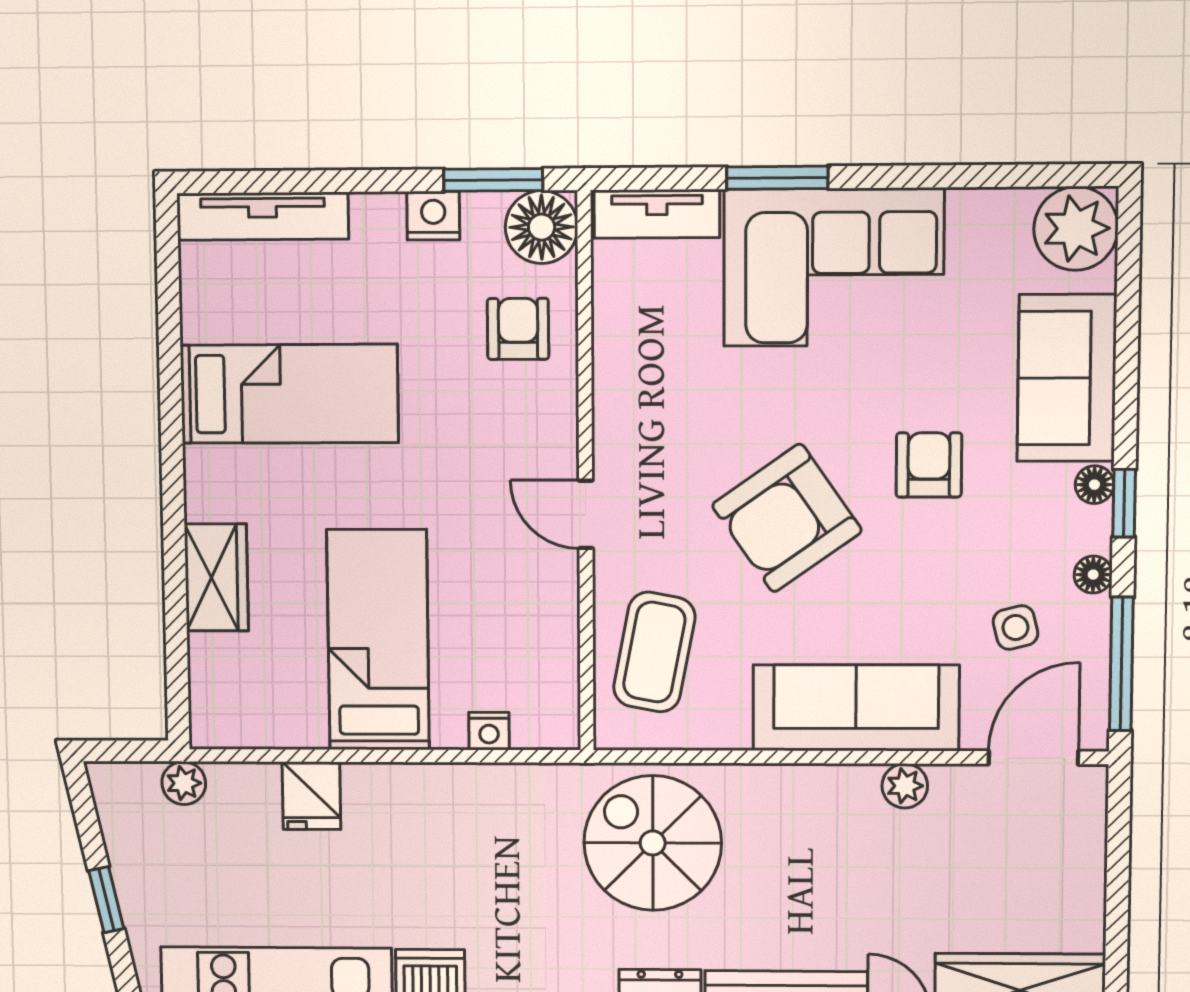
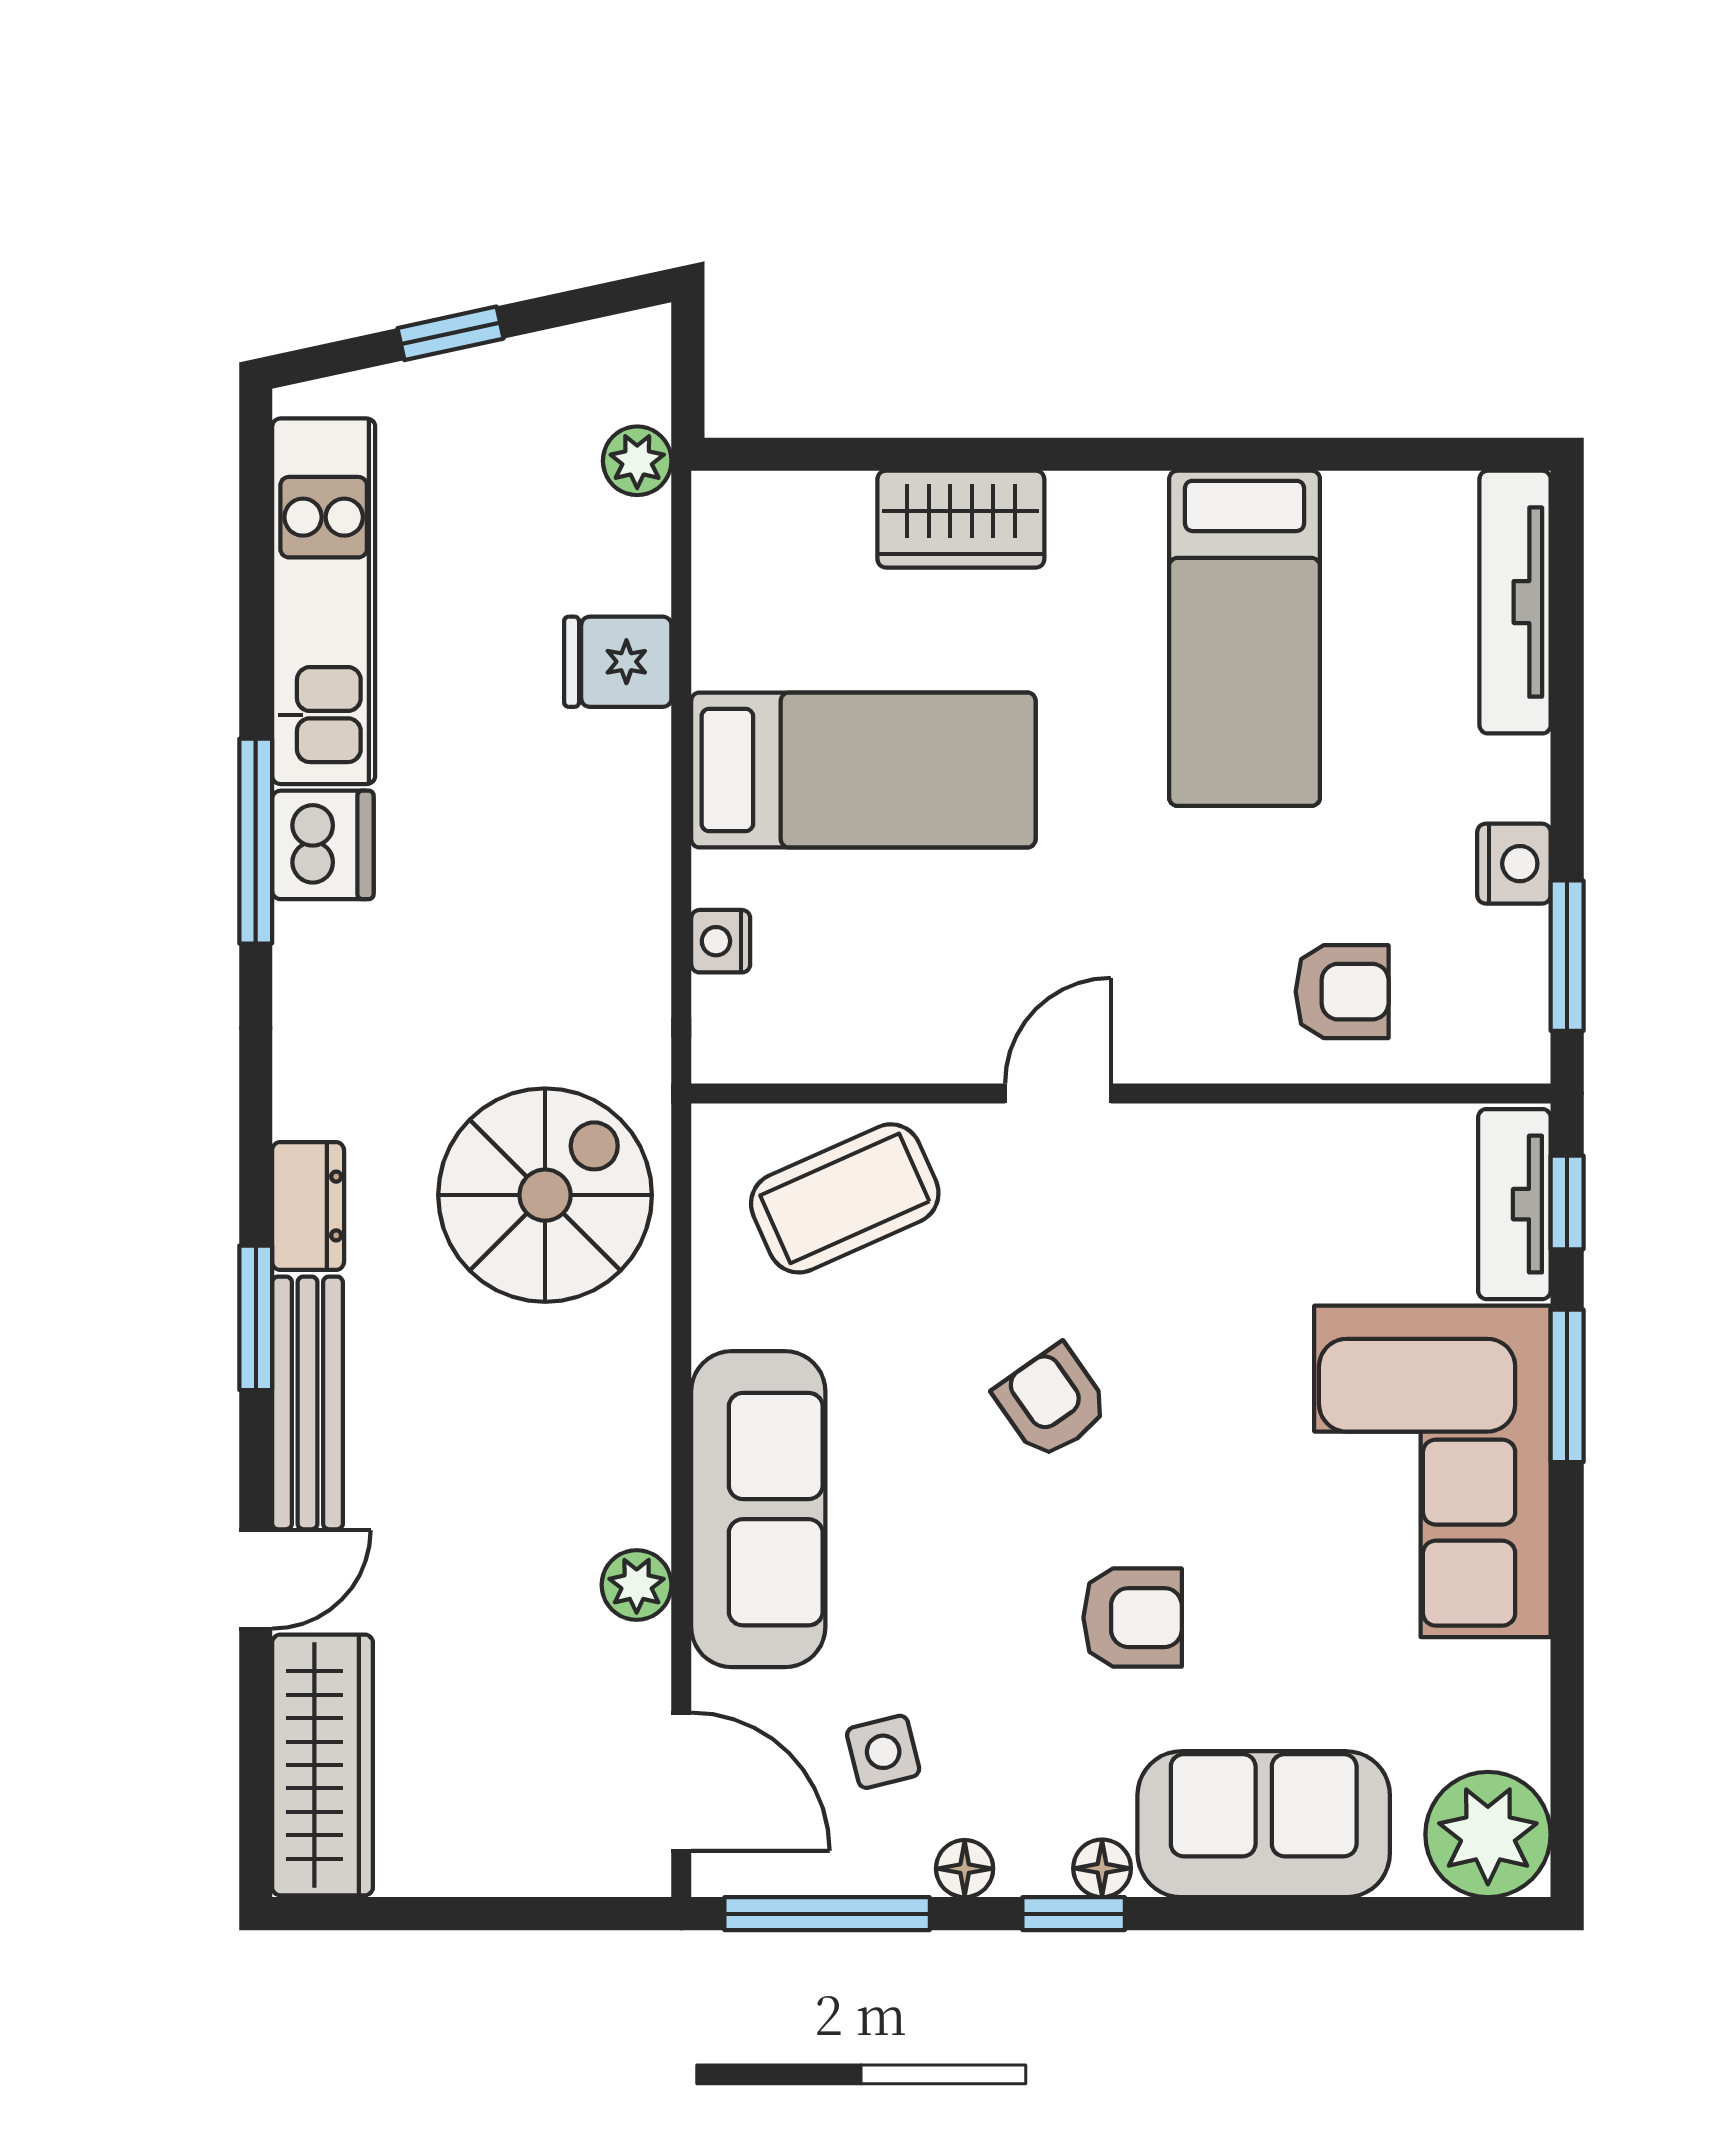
window: (656, 179) -> (1567, 1202), added
floor lamp: (542, 227) -> (1496, 1029), removed
armchair: (787, 518) -> (1052, 1402), width x0.53, depth x0.53
coffee table: (654, 652) -> (845, 1198), turned -35

